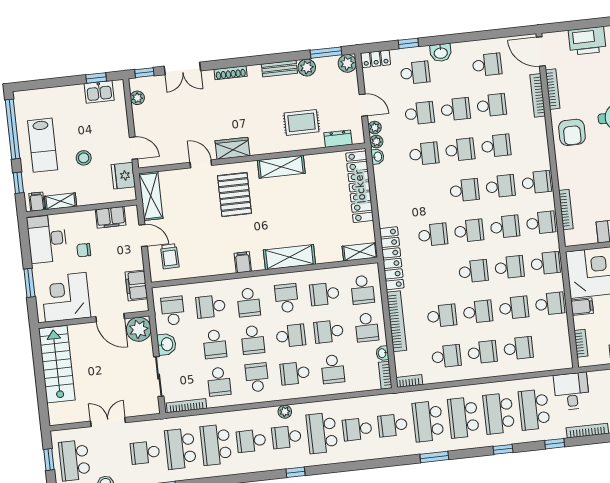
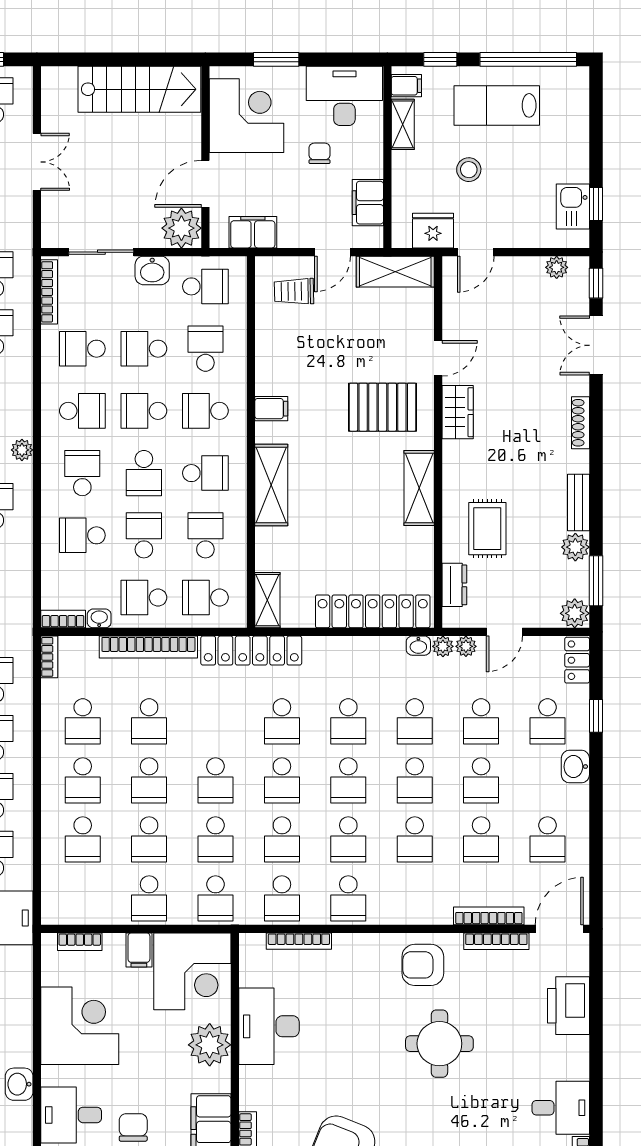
school desk: (428, 194) -> (348, 721), added

